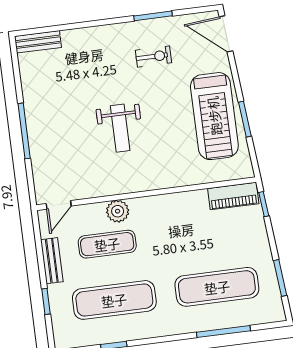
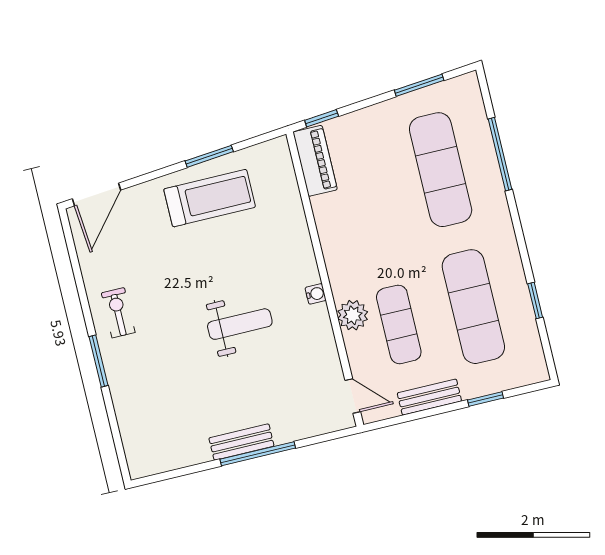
window: (153, 16) -> (99, 361), moved
bench: (38, 42) -> (241, 442), moved, turned 90
exercise bike: (153, 57) -> (118, 313), moved
treadmill: (214, 116) -> (210, 198), width x0.73, depth x0.73
water cooler: (136, 186) -> (316, 294), added

